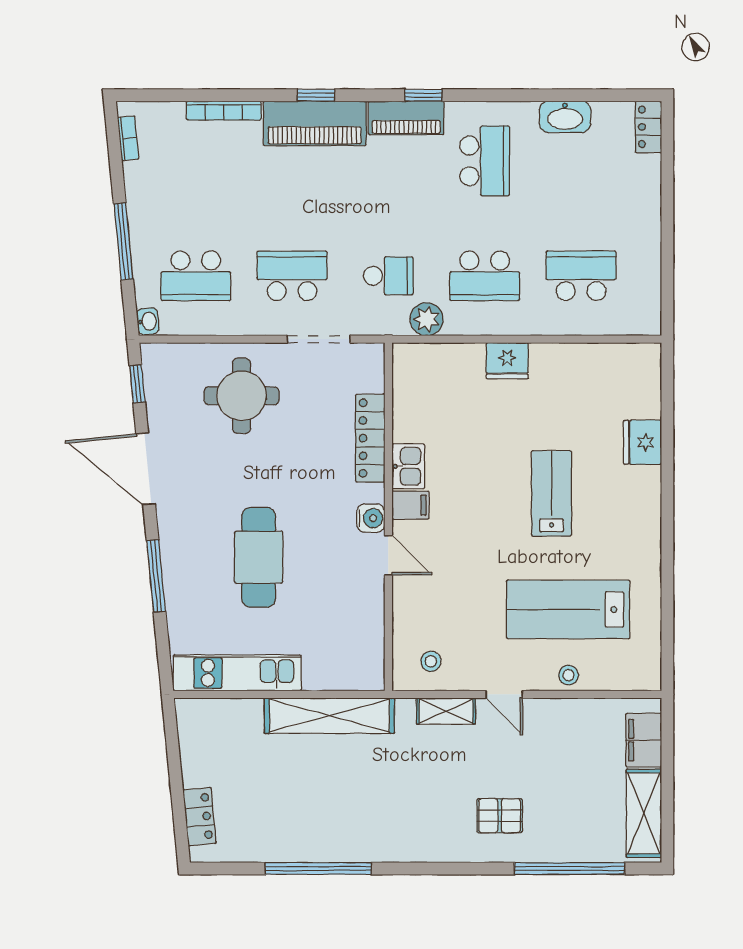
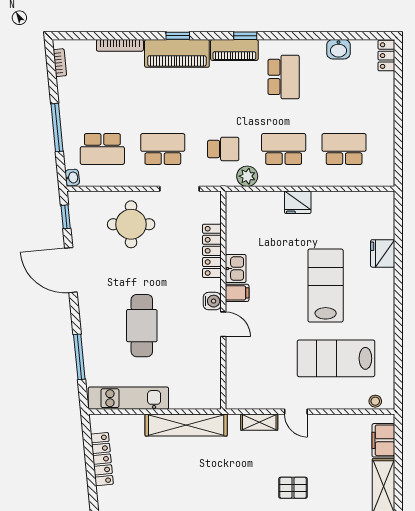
washbasin: (565, 117) -> (338, 49), width x0.72
school desk: (485, 276) -> (284, 149), turned 180
lab bench: (552, 493) -> (326, 286), width x1.36, depth x1.39
window: (156, 576) -> (79, 357), moved
stool: (431, 661) -> (250, 391), removed
stool: (568, 675) -> (375, 401), moved
locker: (200, 817) -> (102, 459), moved, width x1.53

